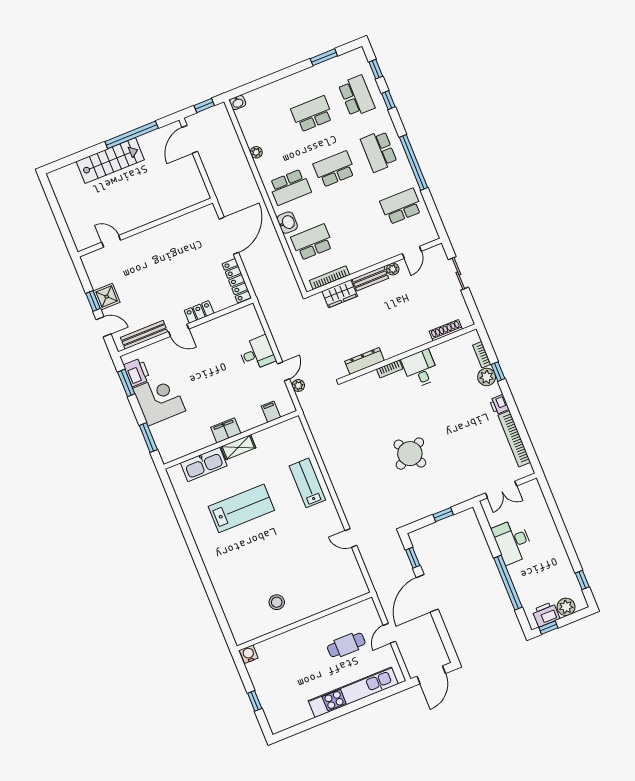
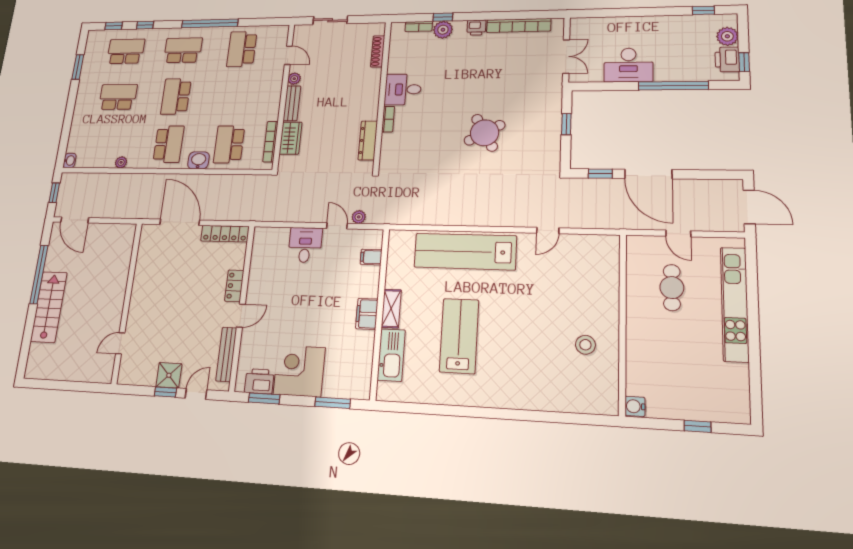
school desk: (312, 114) -> (118, 97), turned 90
school desk: (379, 151) -> (183, 50), turned 180
lab bench: (307, 483) -> (465, 251), width x1.86, depth x1.39

